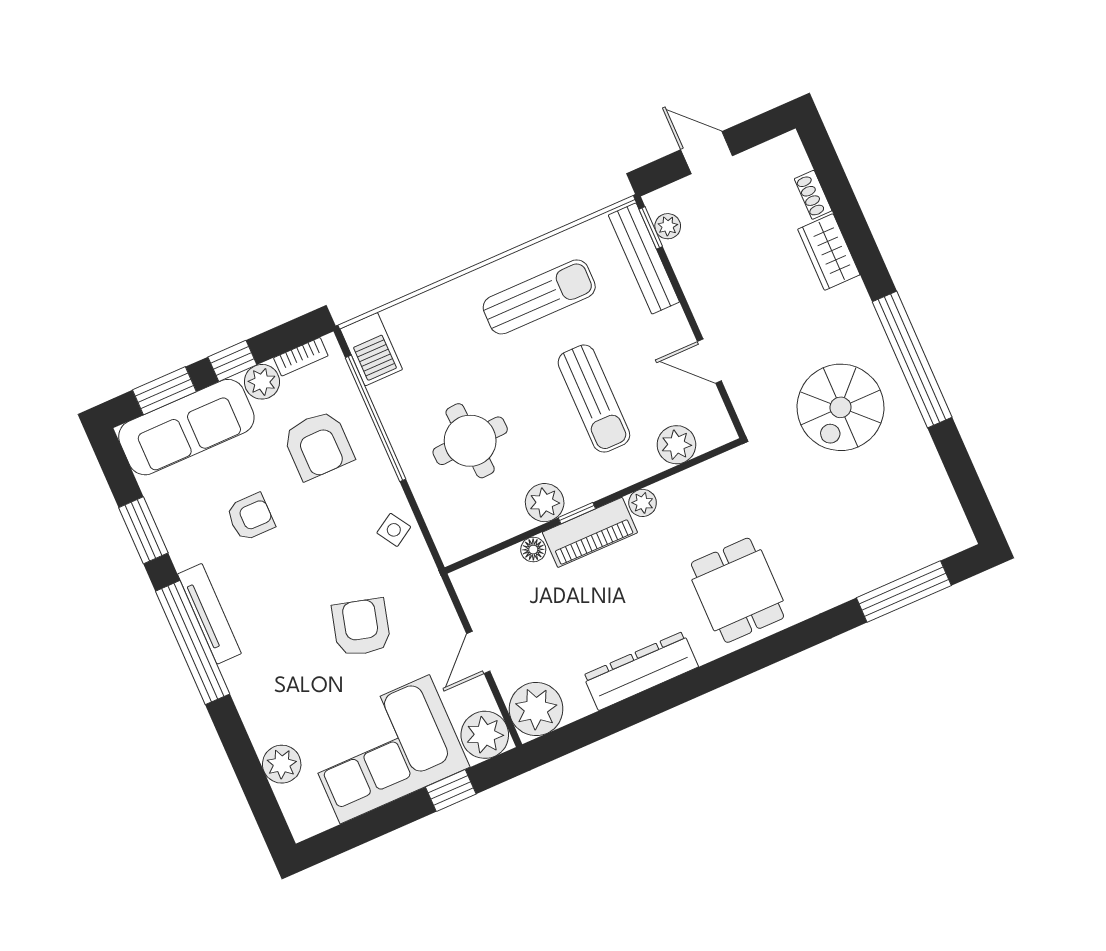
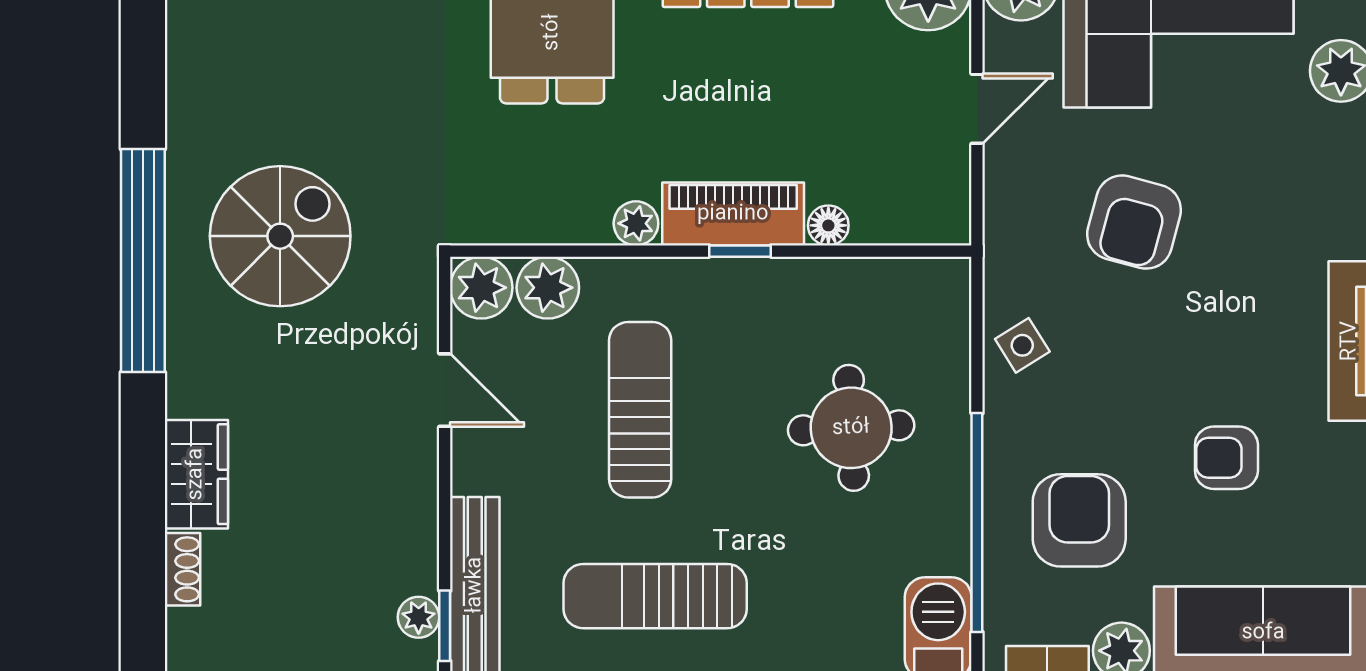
plant: (545, 503) -> (481, 288), moved

